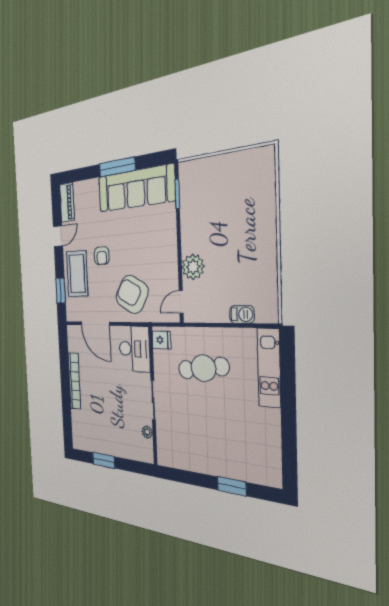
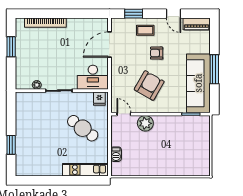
coffee table: (77, 274) -> (145, 30), width x0.54, depth x0.58
armchair: (132, 294) -> (149, 86), moved
cafe table: (203, 368) -> (83, 128), turned -45
bookcase: (74, 381) -> (45, 23), moved

